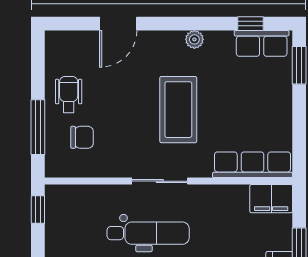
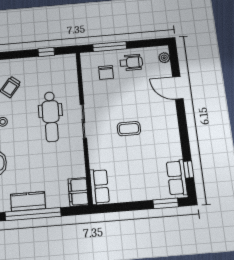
plant: (194, 39) -> (164, 58), moved
coffee table: (178, 110) -> (129, 129), width x0.54, depth x0.58
row of seats: (252, 165) -> (99, 187), width x0.68
window: (38, 210) -> (46, 52), moved

